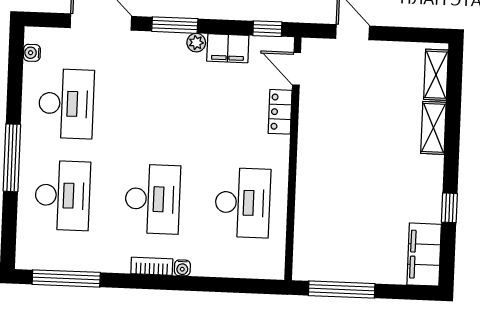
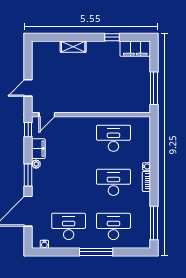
shelving: (436, 75) -> (47, 46), removed
locker: (280, 112) -> (68, 122), removed

